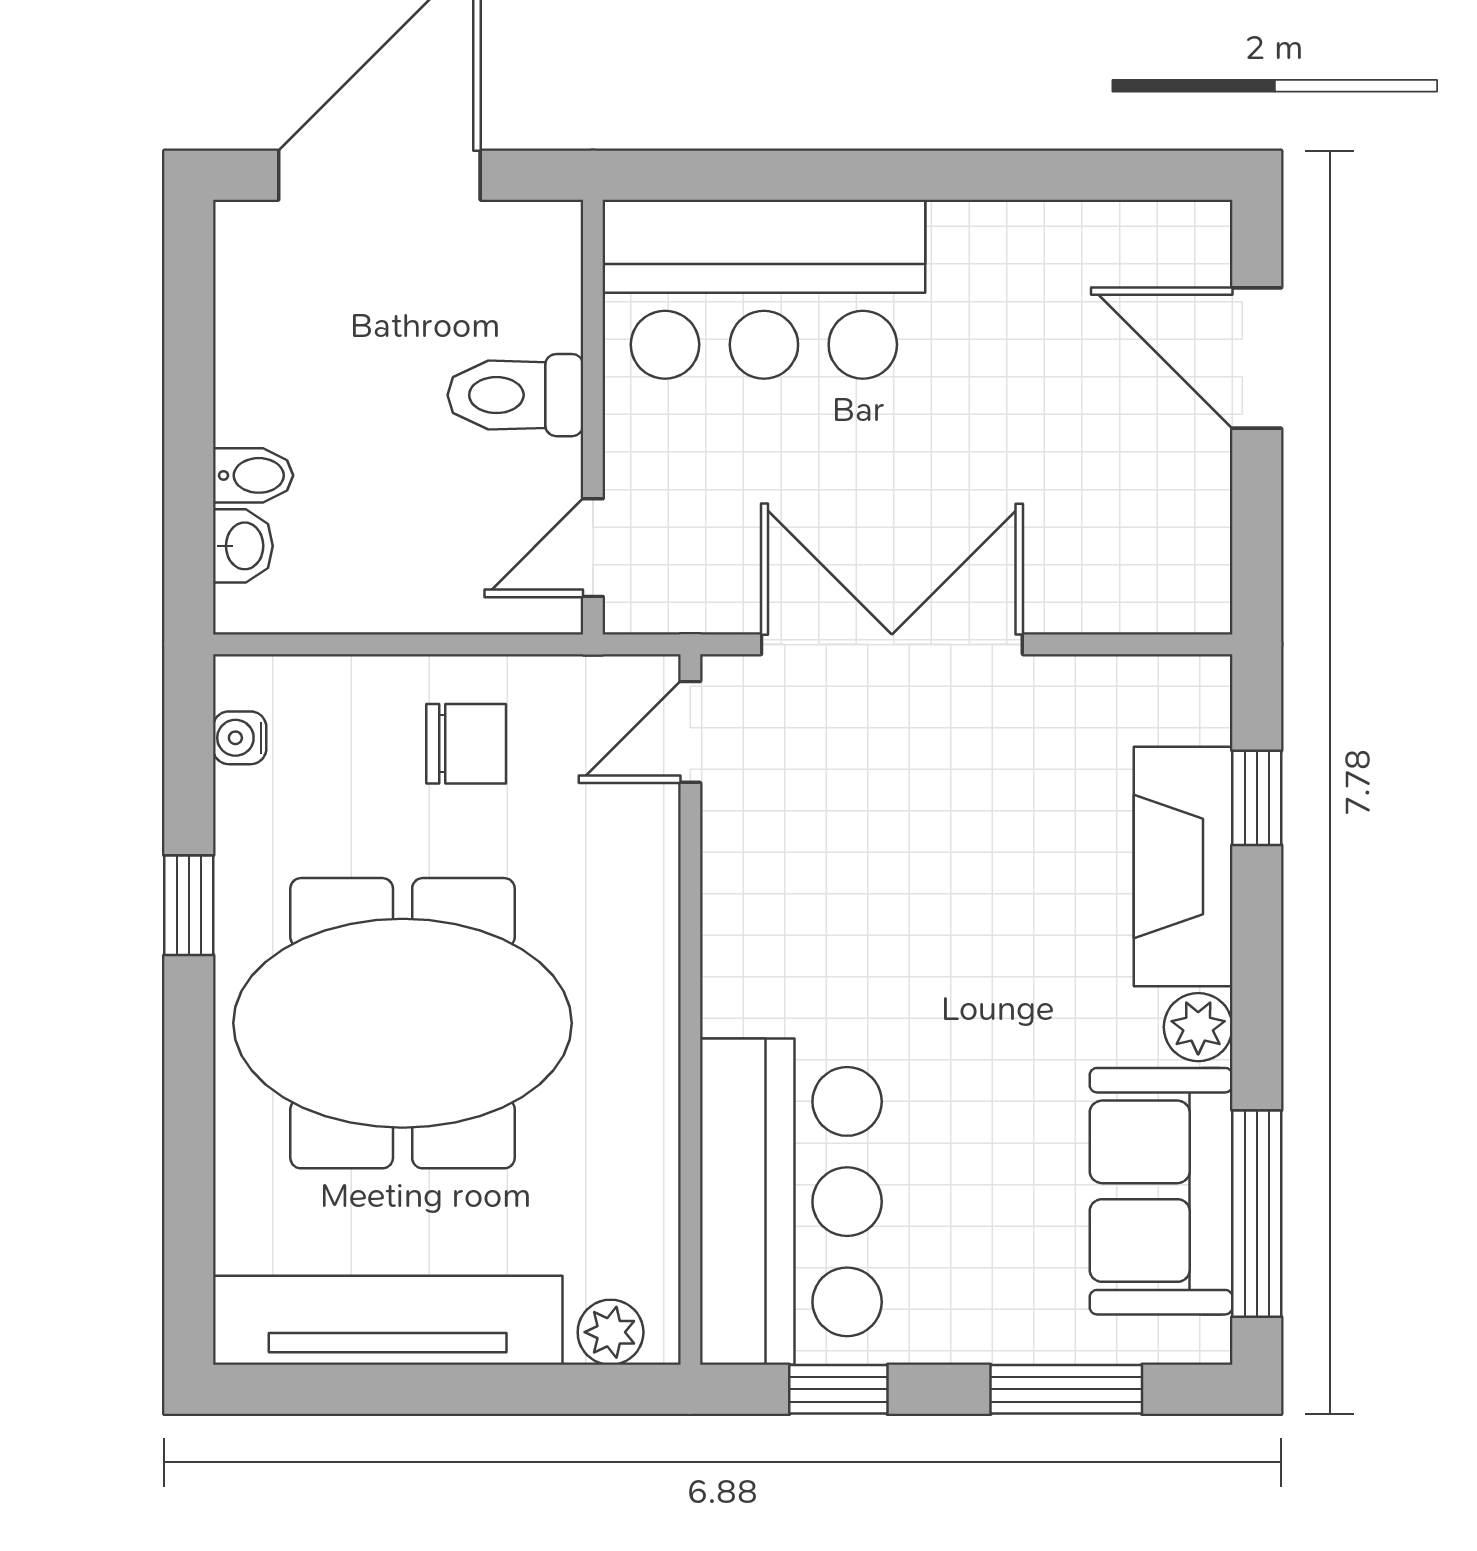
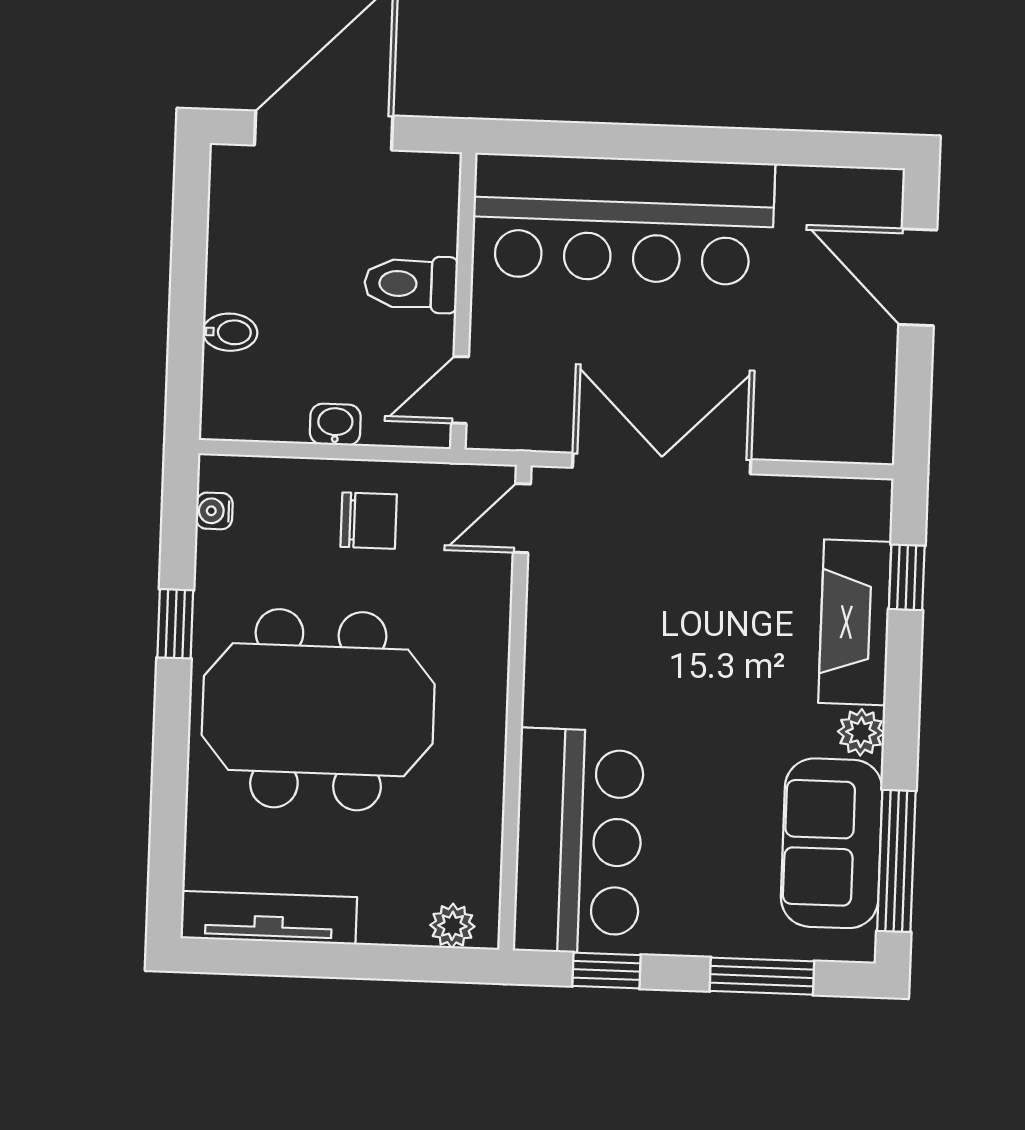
bar counter: (764, 289) -> (623, 219), width x1.36
washbasin: (243, 546) -> (335, 424), moved, turned -90
tv unit: (388, 1320) -> (269, 918), width x0.73, depth x0.78

